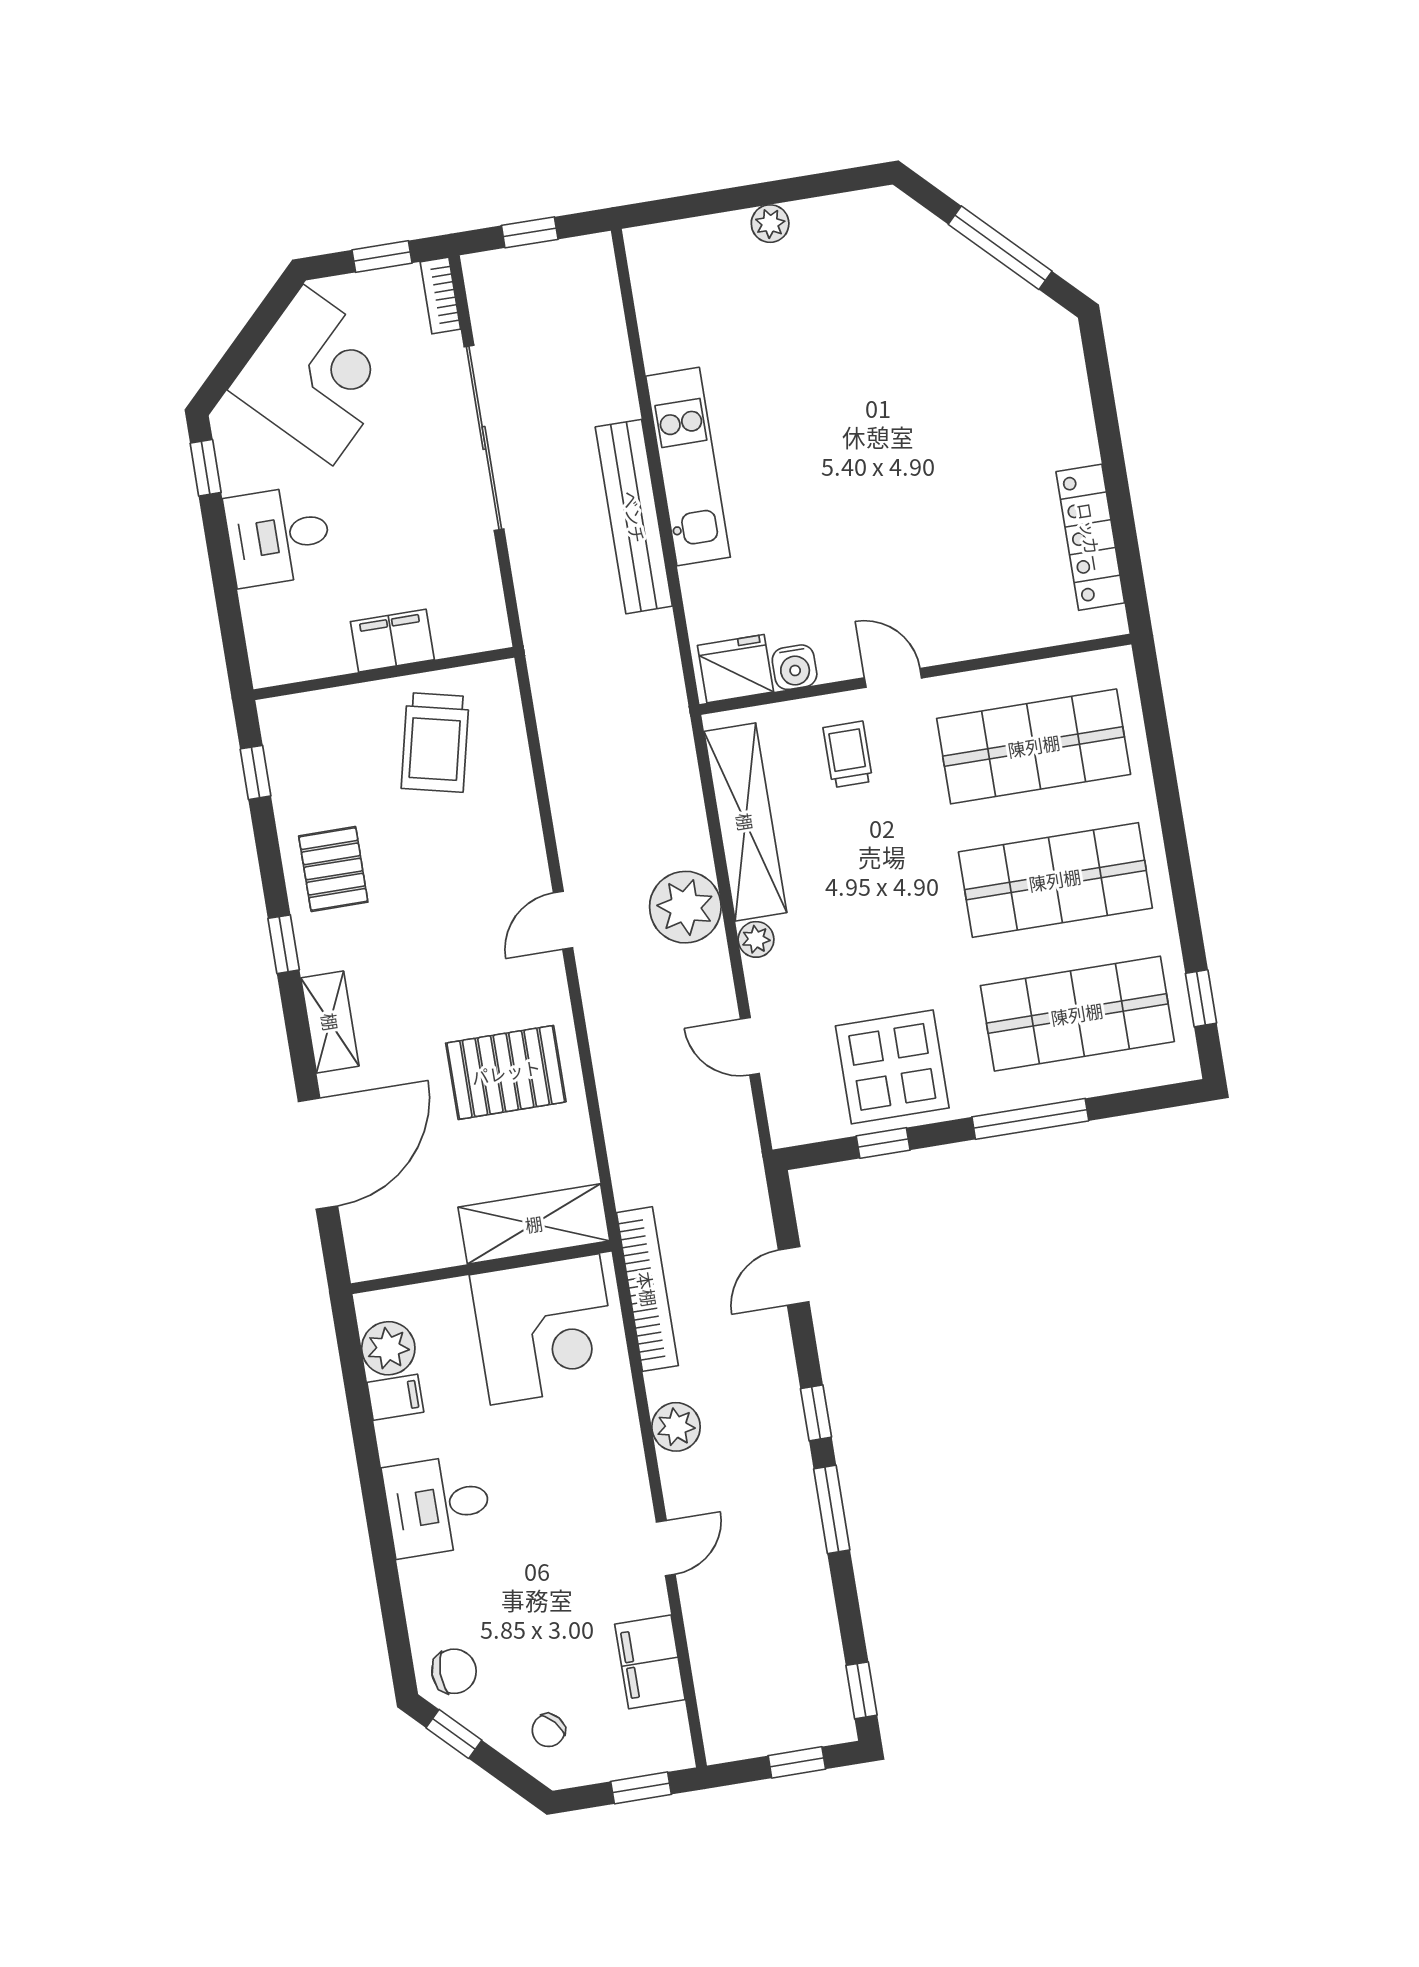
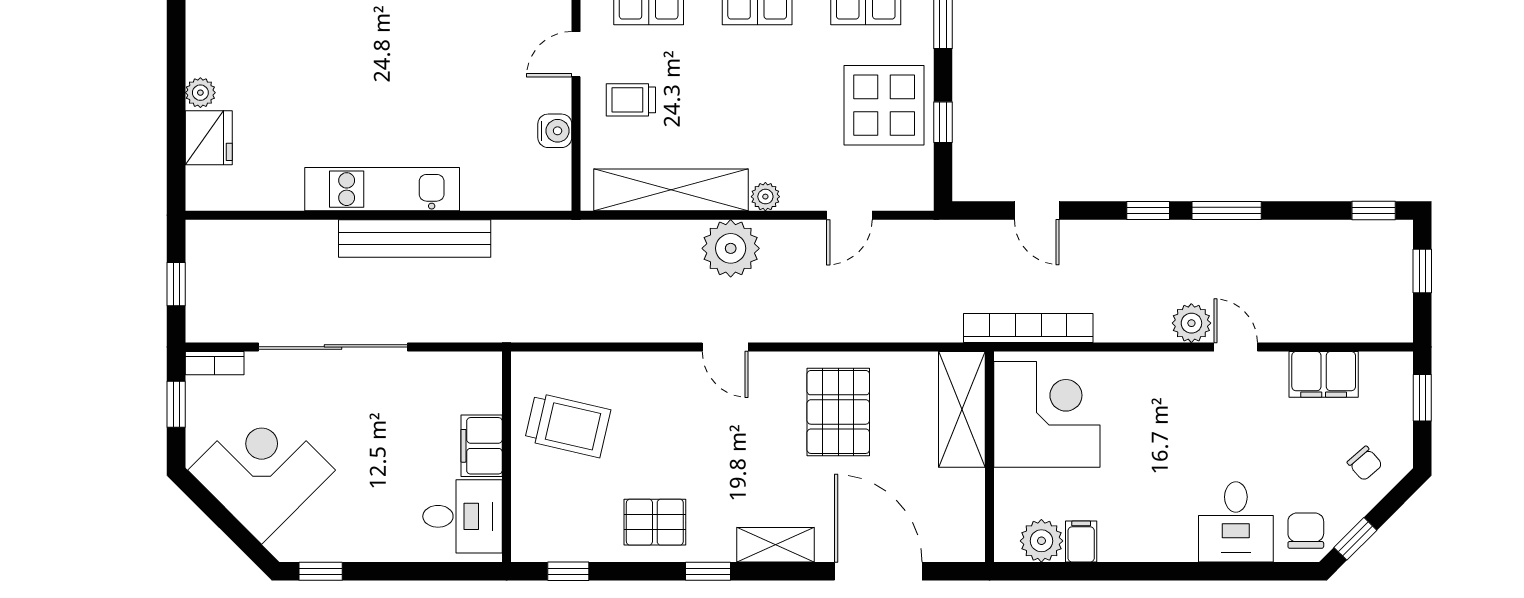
desk: (278, 536) -> (463, 516), moved, turned -90
fridge: (736, 669) -> (209, 138), moved, turned 180
plant: (676, 1427) -> (1191, 323), moved
desk: (438, 1506) -> (1236, 522), moved

